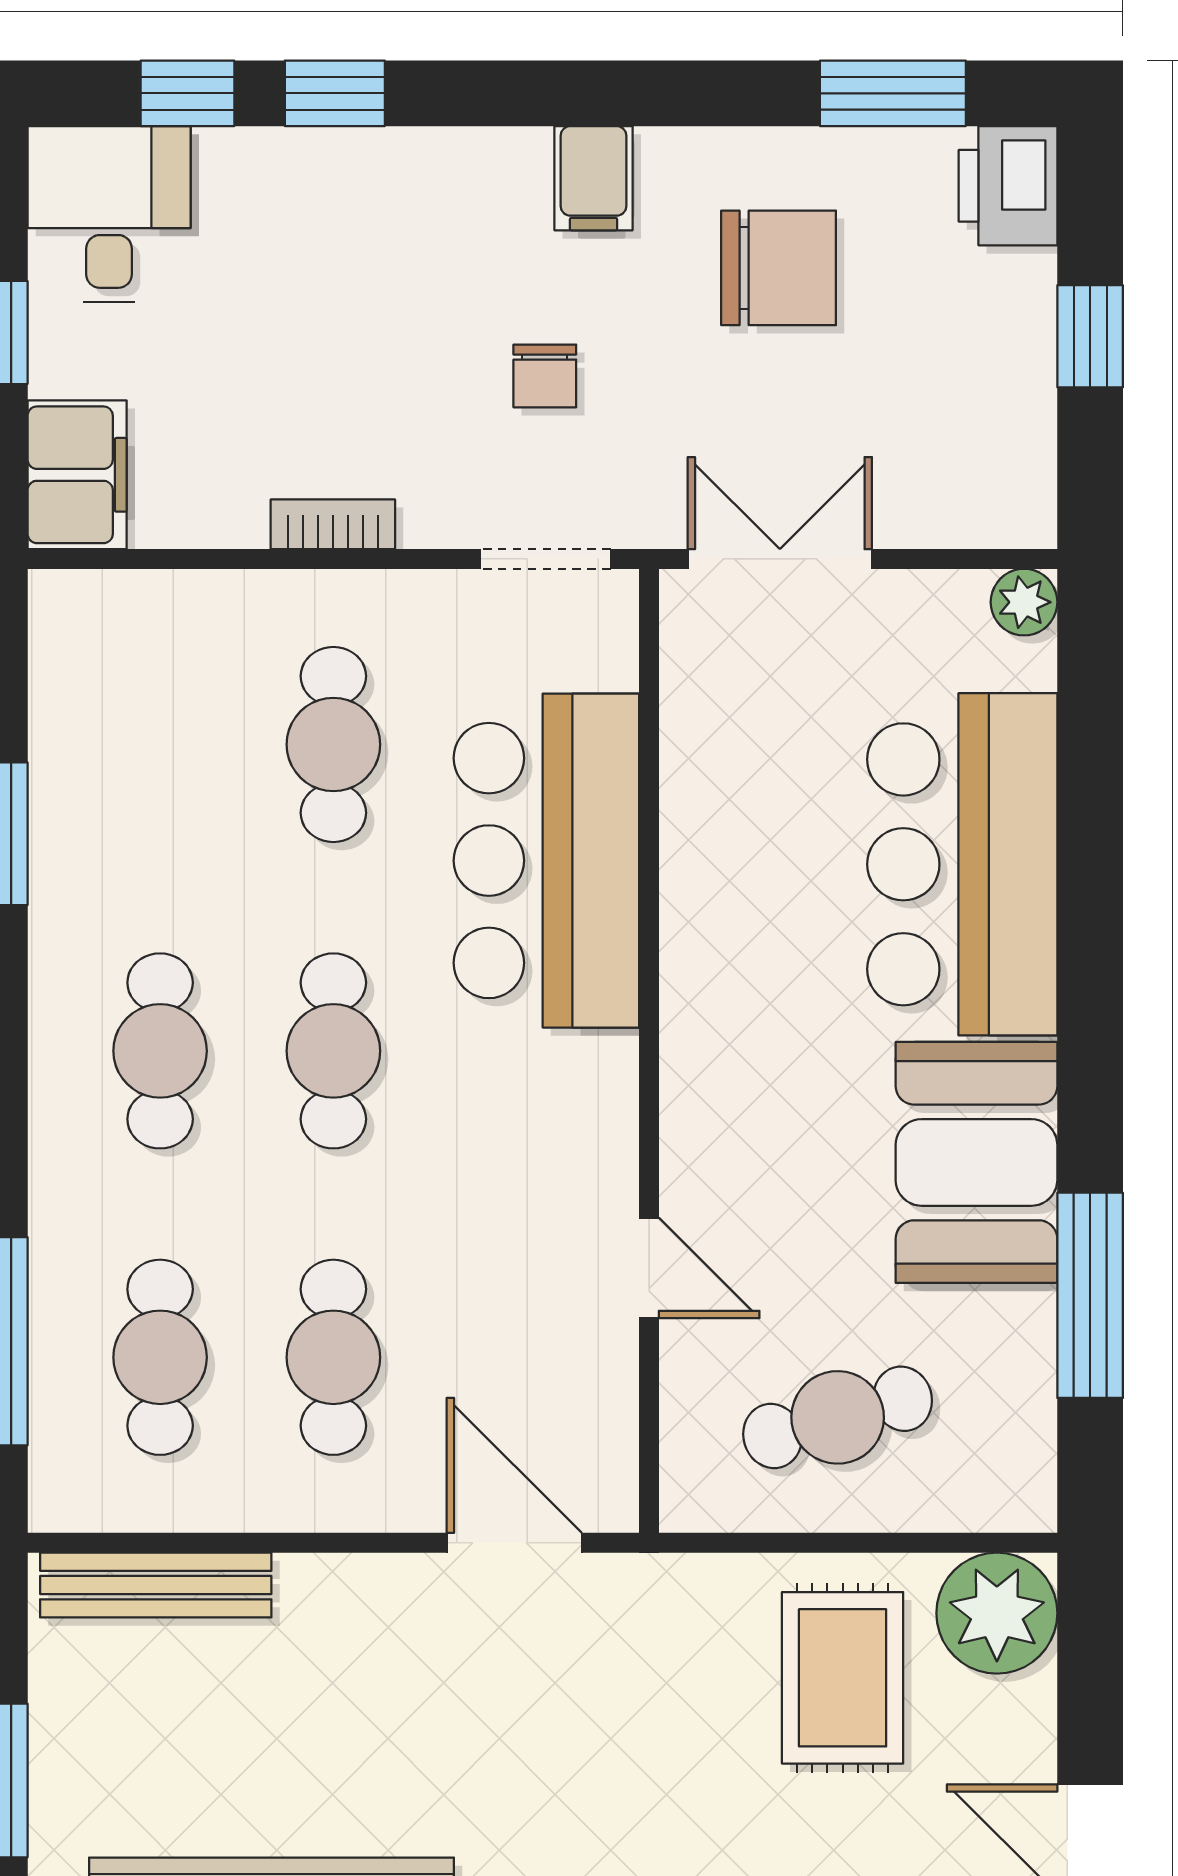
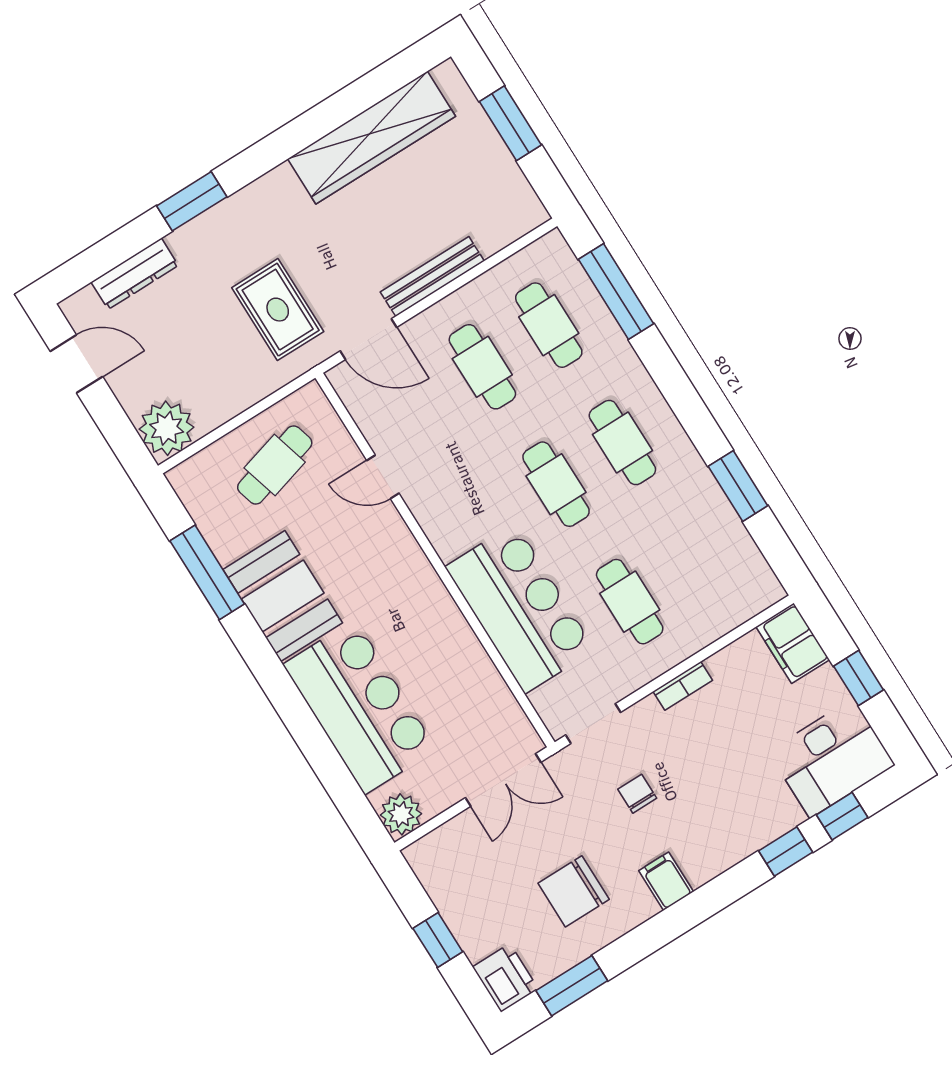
desk: (109, 214) -> (832, 758), width x1.37
plant: (1024, 602) -> (401, 814), width x1.38, depth x1.38
bench: (156, 1585) -> (432, 277), moved
rug: (843, 1678) -> (278, 310), moved

